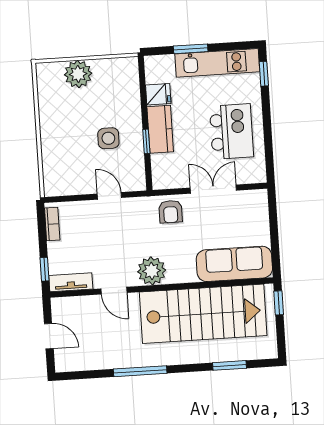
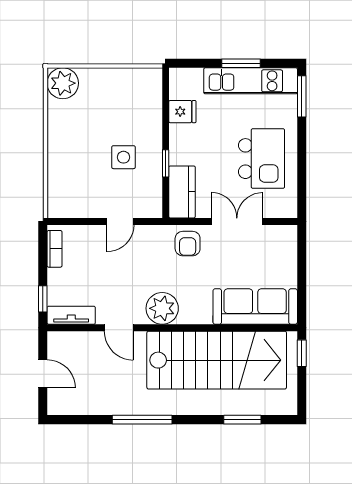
window: (191, 49) -> (241, 63), moved
plant: (78, 74) -> (63, 83), moved
window: (264, 74) -> (302, 96), width x1.50
kitchen counter: (160, 129) -> (182, 192), moved
door: (109, 196) -> (120, 221), swing flipped

